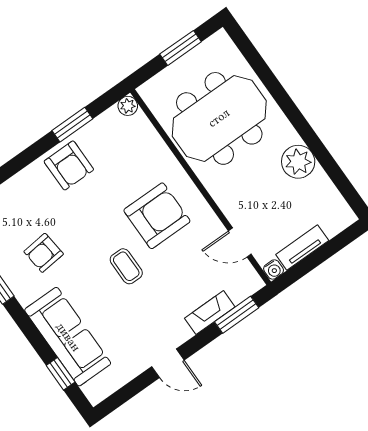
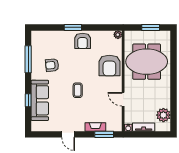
window: (72, 125) -> (73, 27), moved
plant: (298, 162) -> (163, 115), moved
armchair: (157, 216) -> (109, 66), moved, turned 90
door: (240, 243) -> (123, 99), moved
window: (61, 374) -> (28, 100), moved

